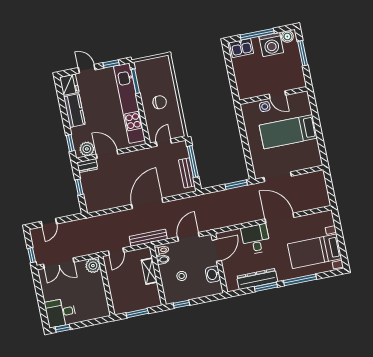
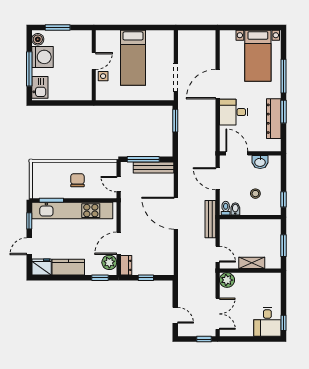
bench: (187, 173) -> (154, 167), width x1.36
shelving: (149, 271) -> (252, 263), moved

